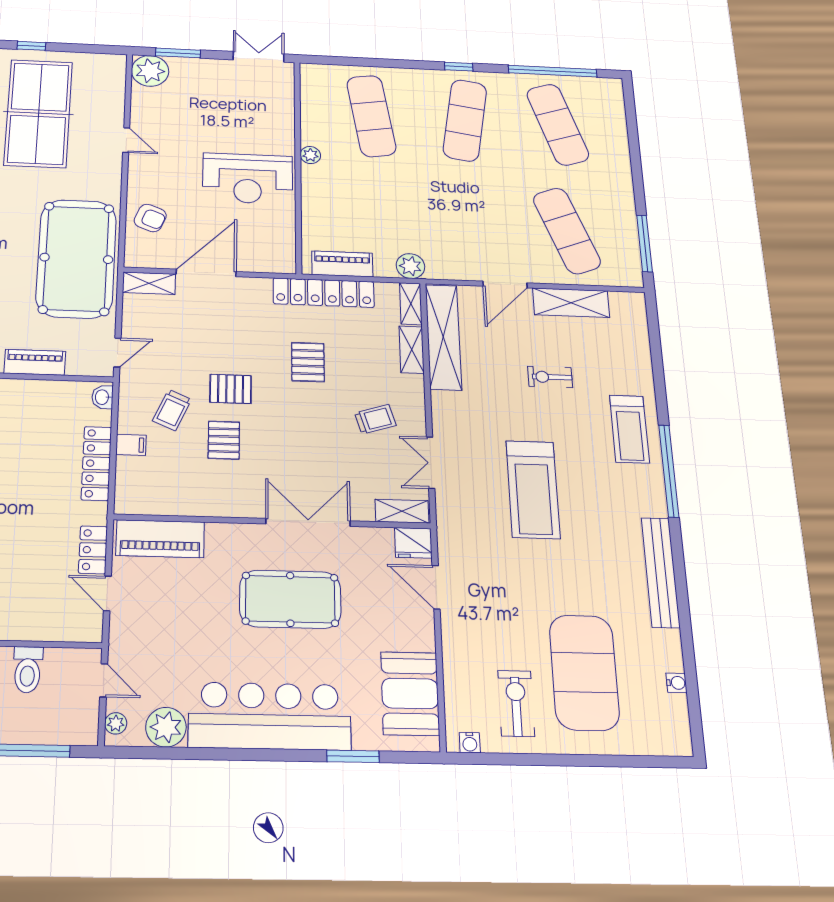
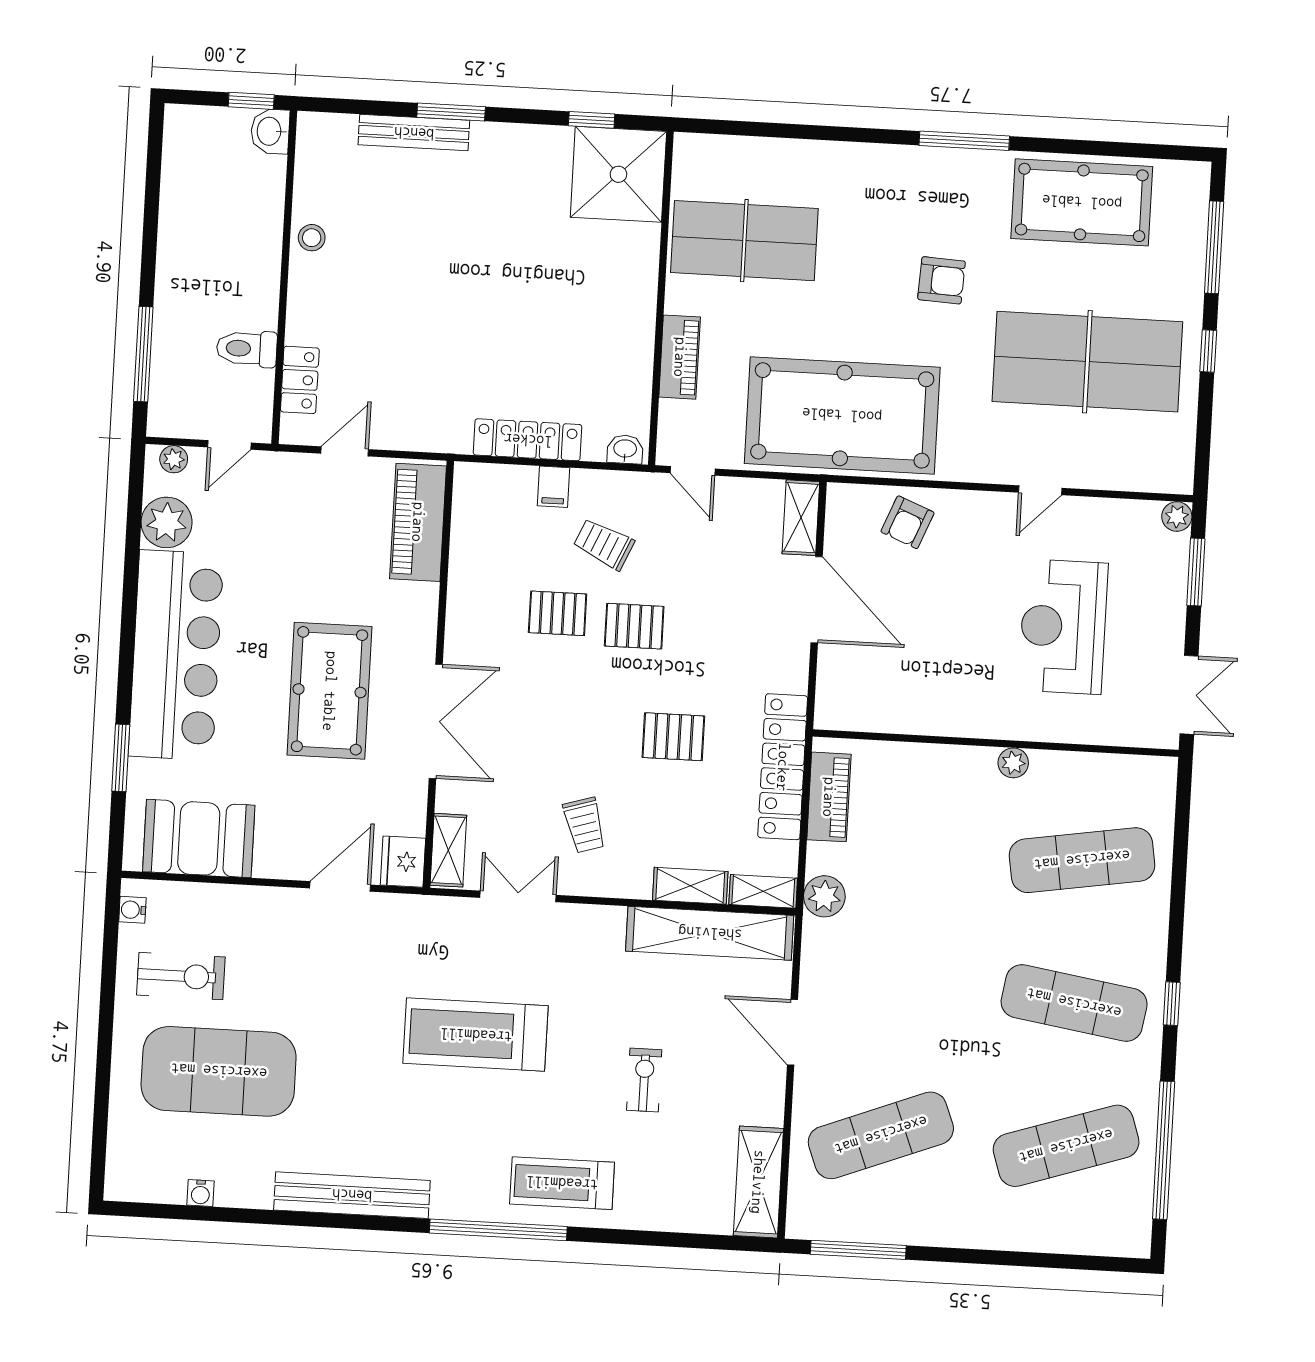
plant: (150, 71) -> (1177, 516), width x0.53, depth x0.53
reception desk: (248, 179) -> (1063, 627), moved
shelving: (571, 303) -> (758, 1182), moved
pallet: (231, 389) -> (634, 626), turned 90
locker: (93, 550) -> (300, 380), moved, turned 90

